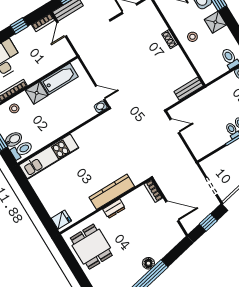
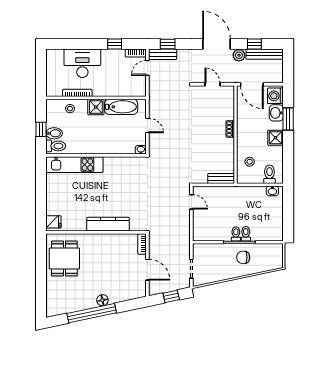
stool: (192, 37) -> (250, 162), moved
door: (100, 93) -> (147, 125), moved
dresser: (114, 209) -> (102, 239), removed

